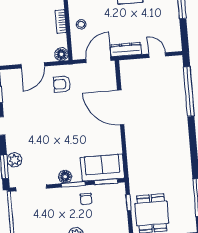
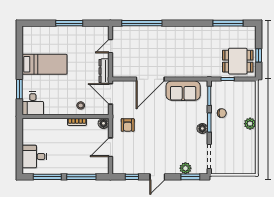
door: (33, 65) -> (110, 147), swing flipped
sofa: (102, 168) -> (183, 91), moved, turned -90

